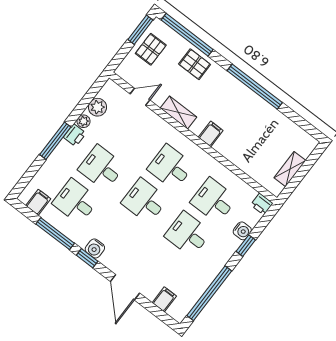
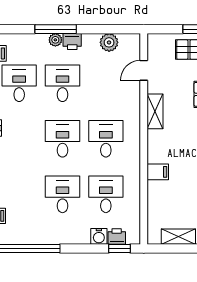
door: (140, 97) -> (144, 70), swing flipped
plant: (84, 121) -> (55, 40), moved
filing cabinet: (211, 134) -> (158, 172), moved
printer: (262, 204) -> (117, 236), moved, turned 90
window: (246, 246) -> (120, 248), moved

